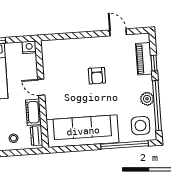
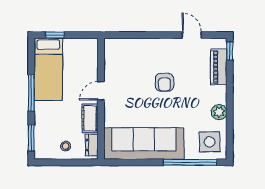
nightstand: (29, 47) -> (90, 45), removed
window: (154, 63) -> (230, 51), moved
door: (41, 87) -> (101, 91), hinge flipped
window: (157, 106) -> (230, 121), removed

